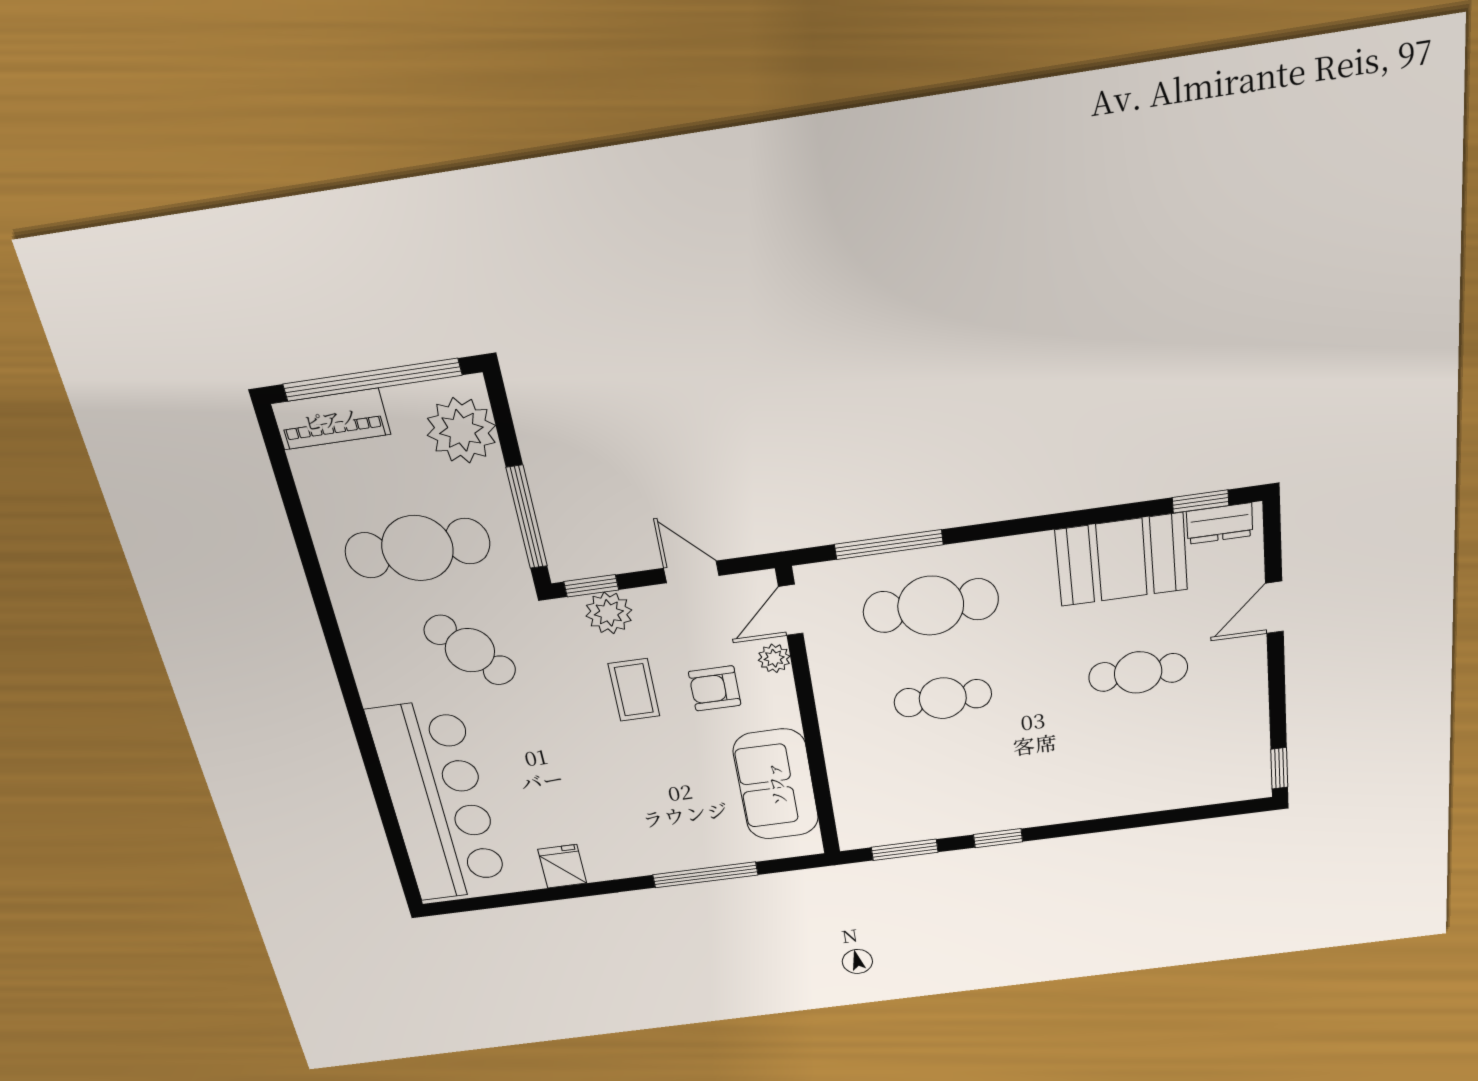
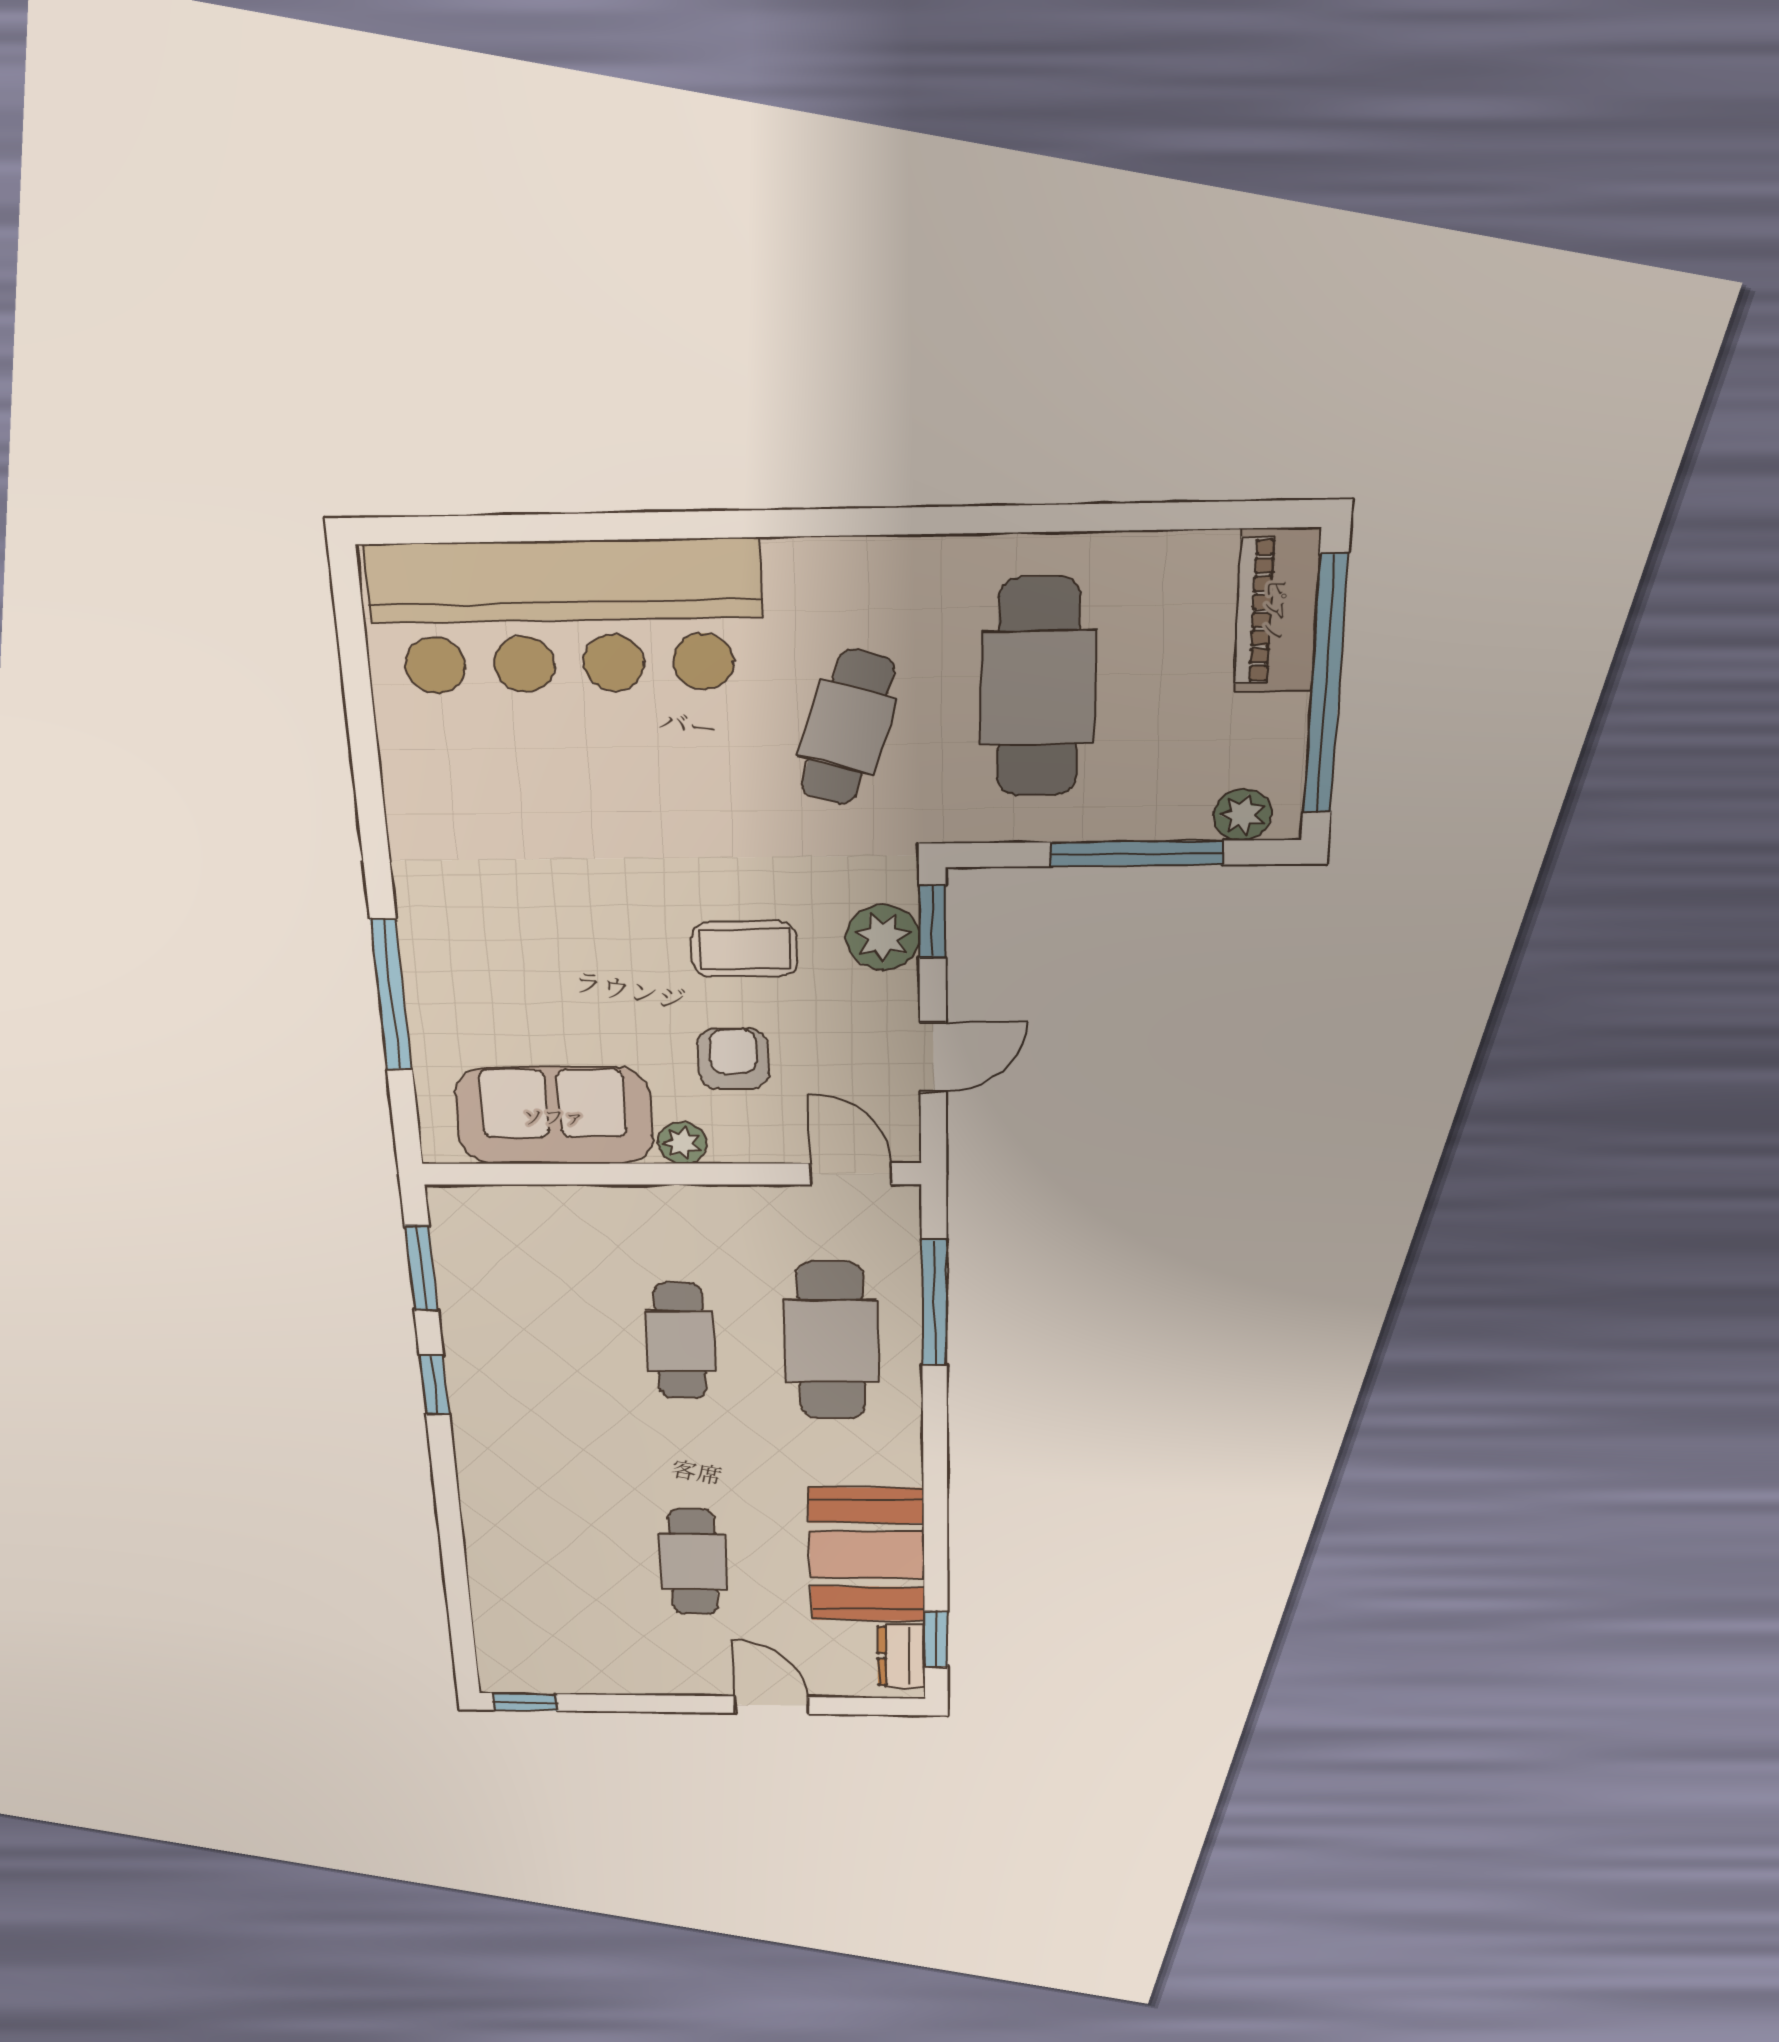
plant: (461, 430) -> (1242, 815), width x0.53, depth x0.53
window: (527, 517) -> (1137, 853), moved
cafe table: (470, 650) -> (847, 727), turned -31
plant: (774, 658) -> (682, 1143), moved
fridge: (562, 866) -> (421, 786), removed

